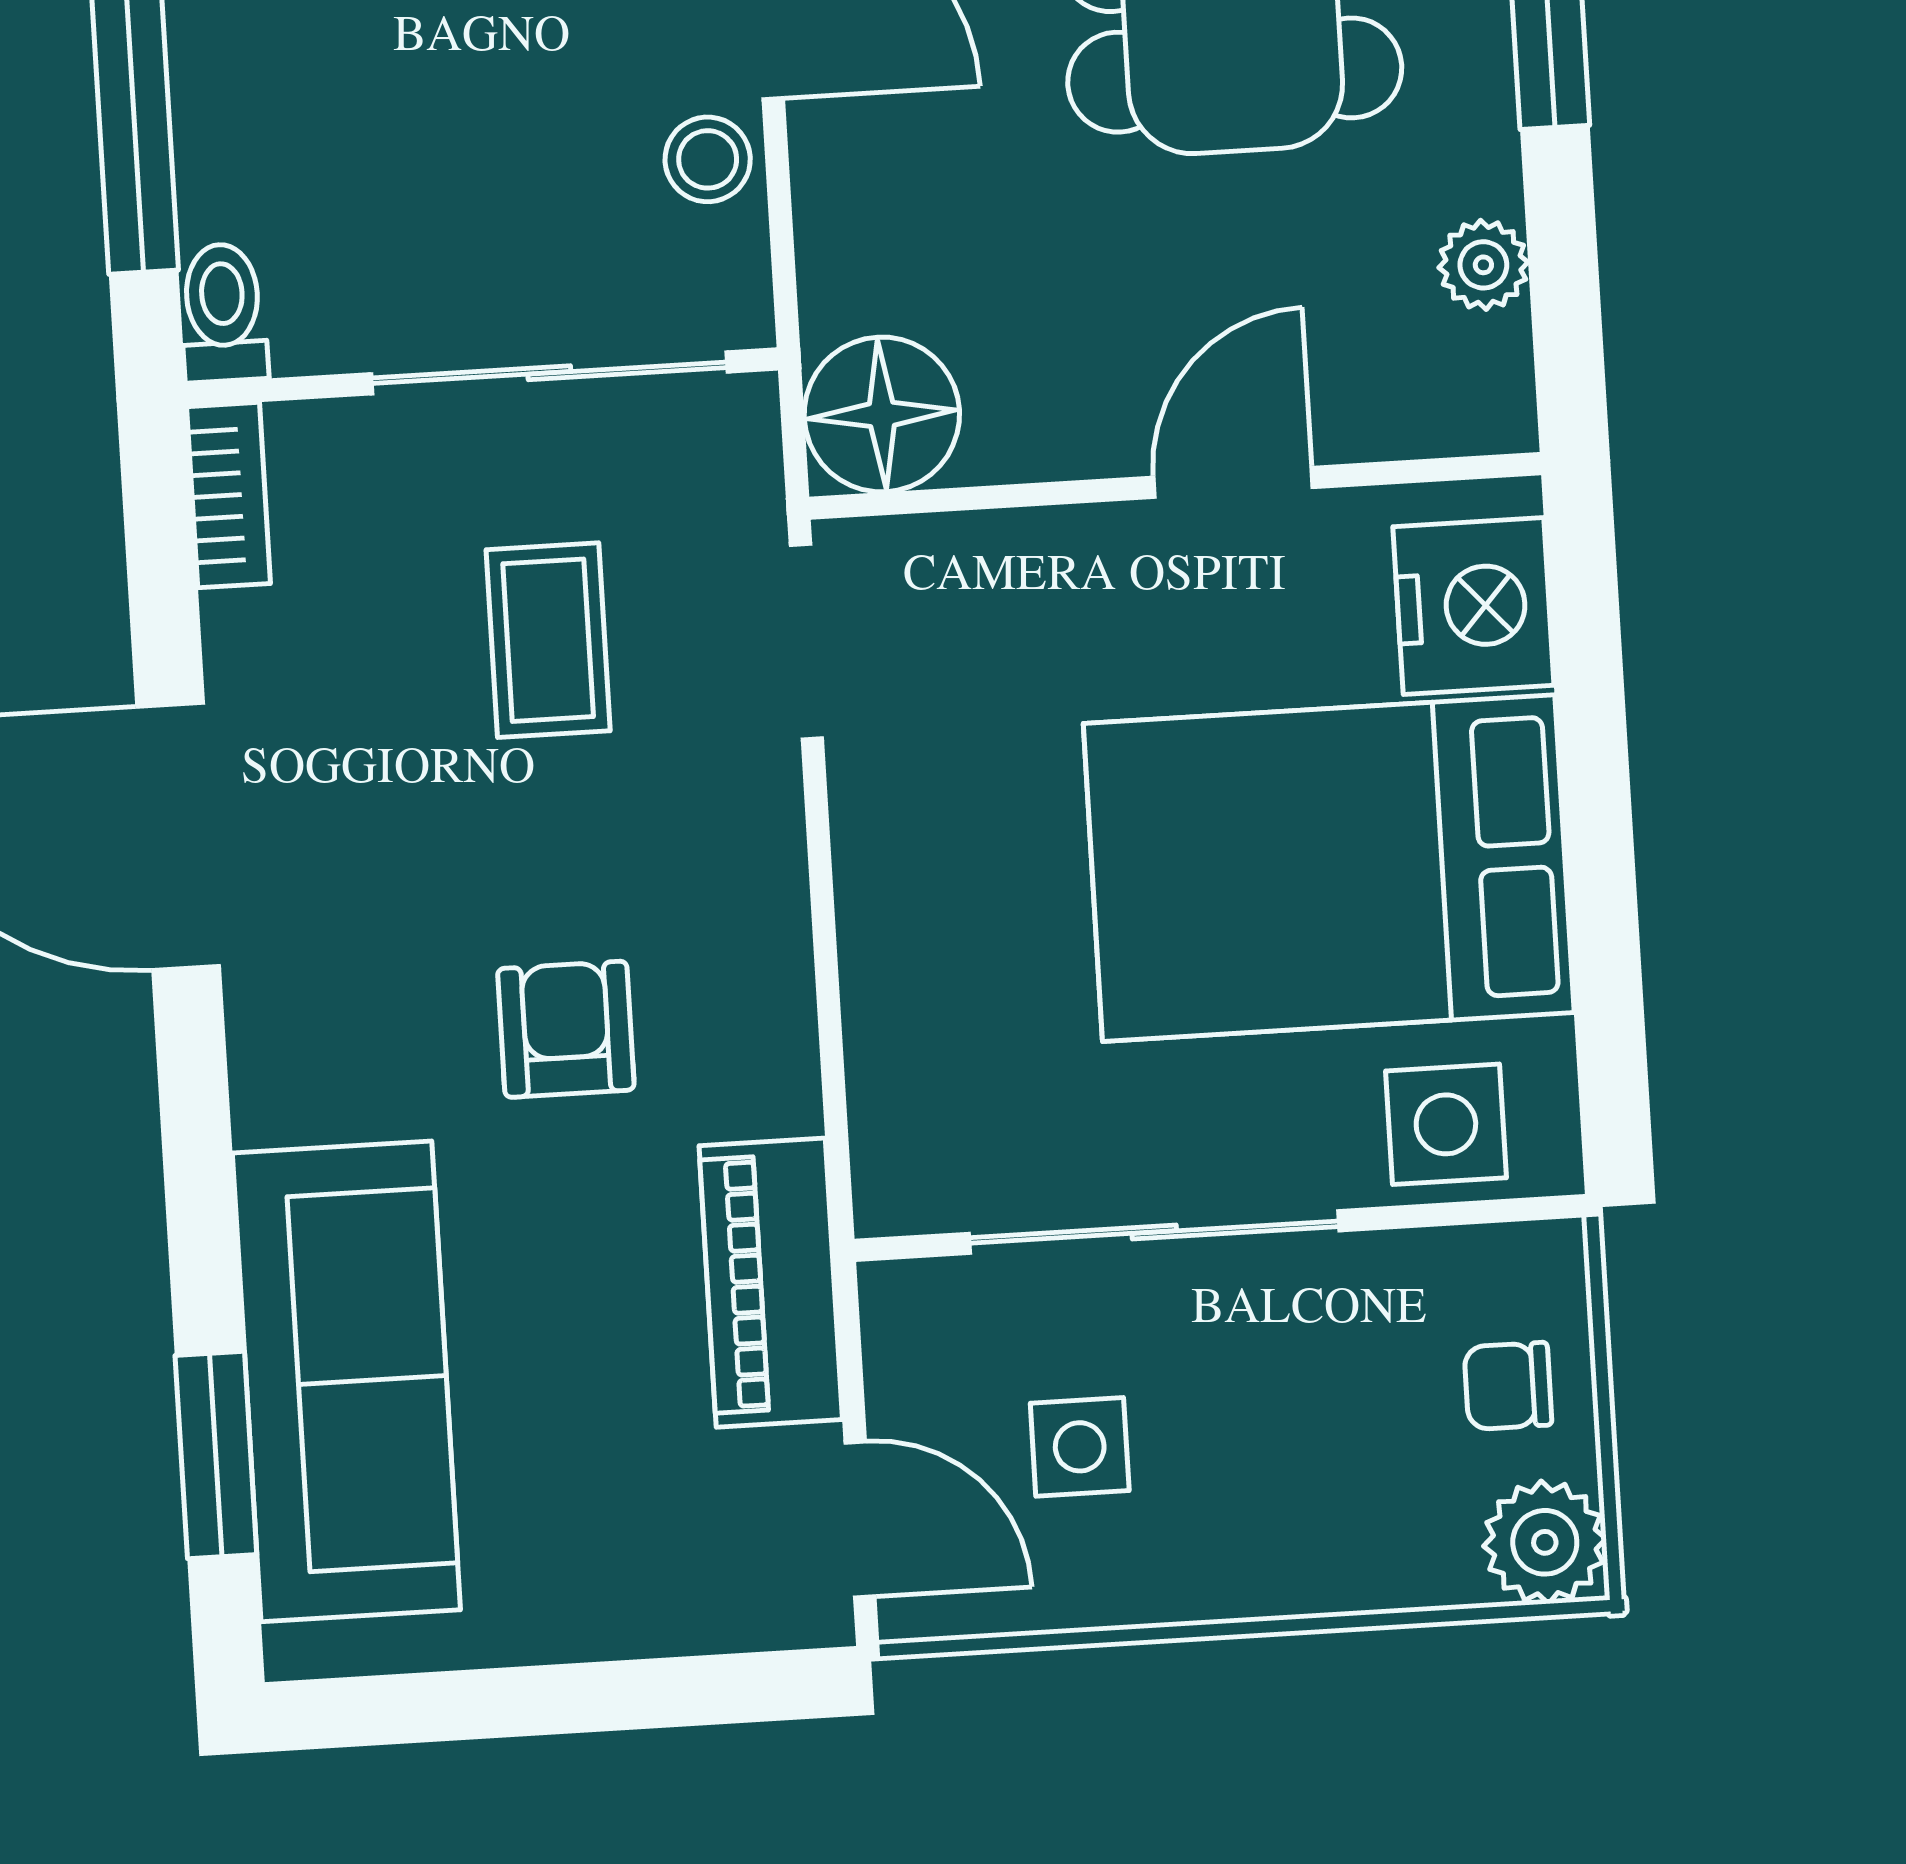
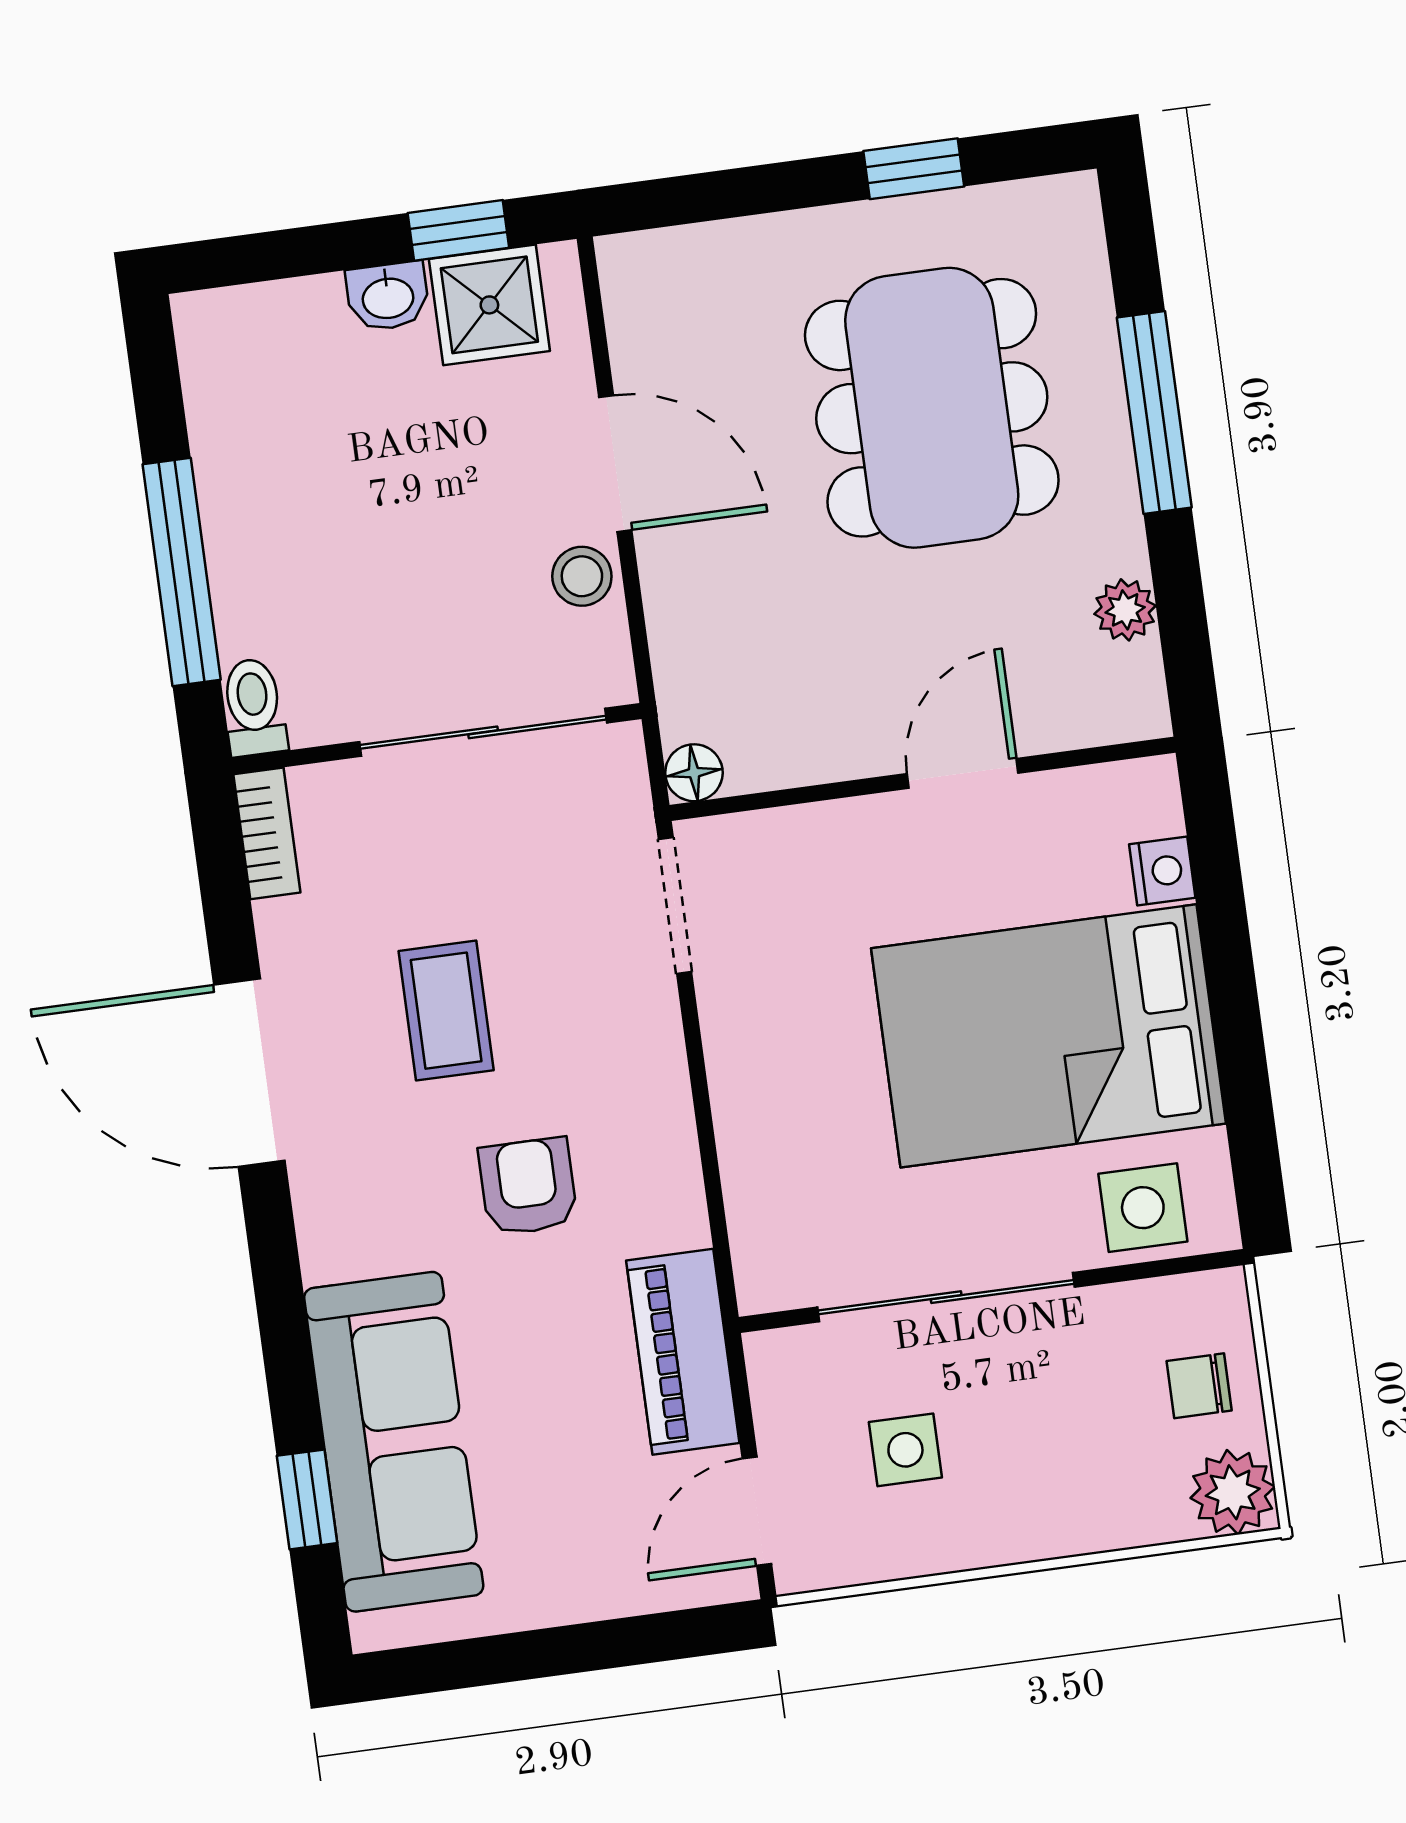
floor lamp: (882, 414) -> (694, 773), width x0.53, depth x0.53
nightstand: (1473, 606) -> (1162, 871), width x0.53, depth x0.56
coffee table: (548, 640) -> (446, 1011), moved
window: (216, 1455) -> (307, 1499), width x0.67
door: (860, 1519) -> (757, 1511), swing flipped

